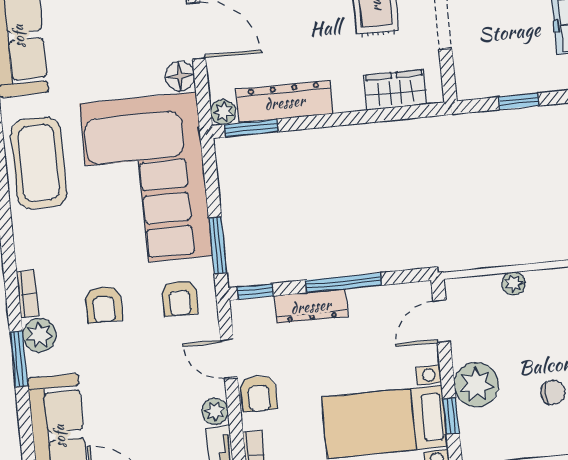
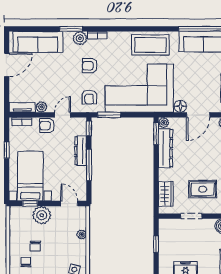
armchair: (180, 298) -> (89, 97), turned -90

